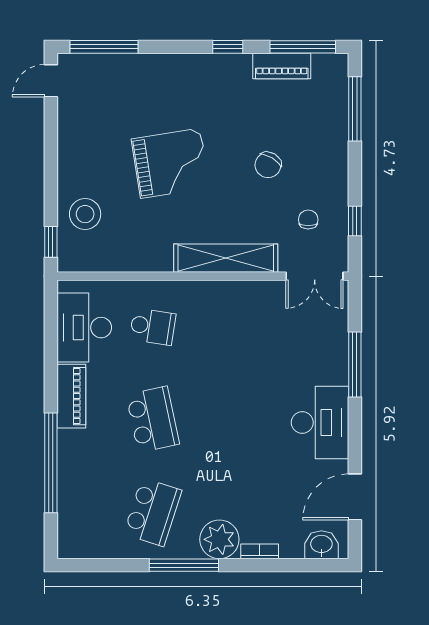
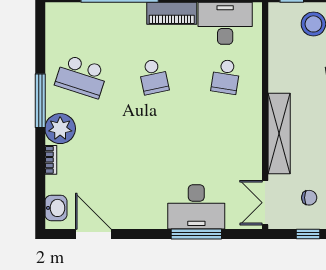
school desk: (153, 419) -> (154, 77), width x0.54
desk: (320, 422) -> (196, 207), moved

